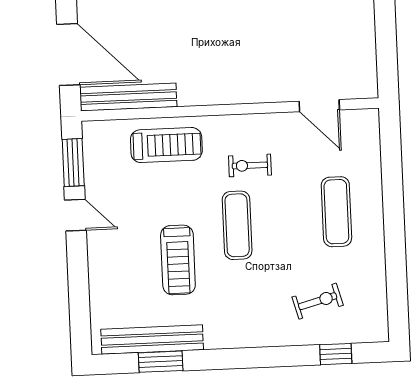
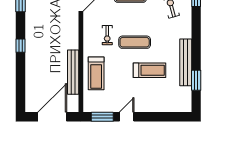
bench: (128, 97) -> (73, 72), moved
treadmill: (166, 145) -> (96, 73), turned 180
bench: (152, 340) -> (186, 62), moved

